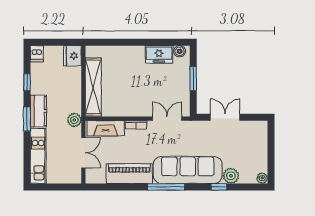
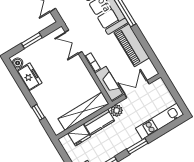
window: (119, 42) -> (38, 112), added
fridge: (73, 56) -> (79, 135), moved
kitchen counter: (38, 111) -> (99, 122), moved, turned 180

